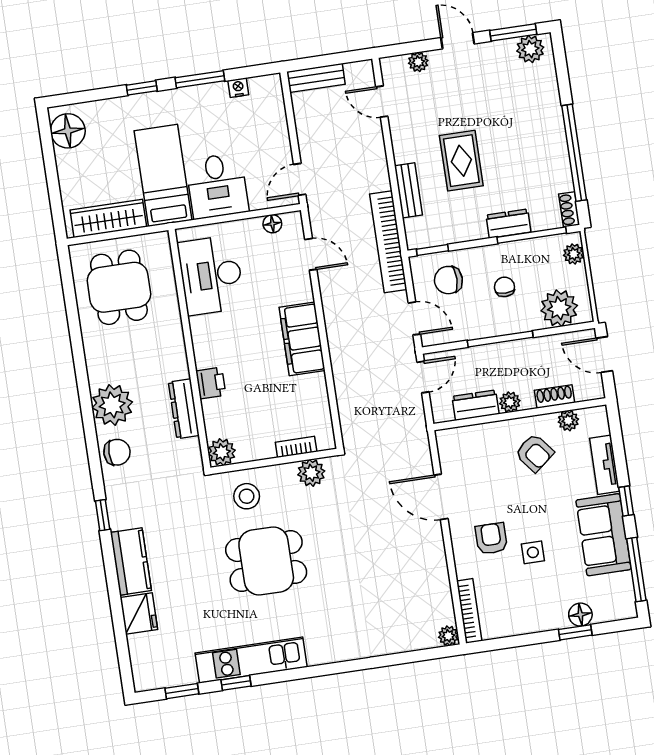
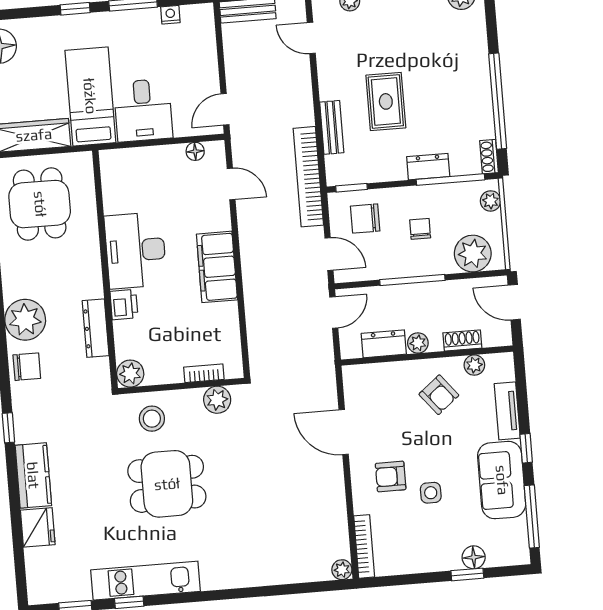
desk: (211, 275) -> (136, 250), moved
armchair: (491, 539) -> (391, 476), turned -90

